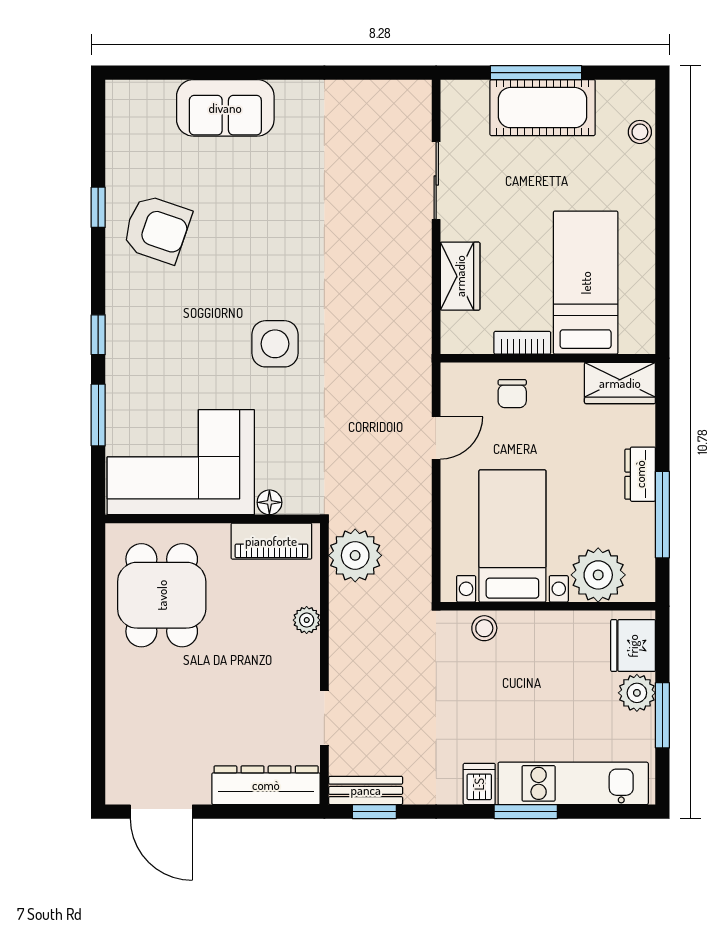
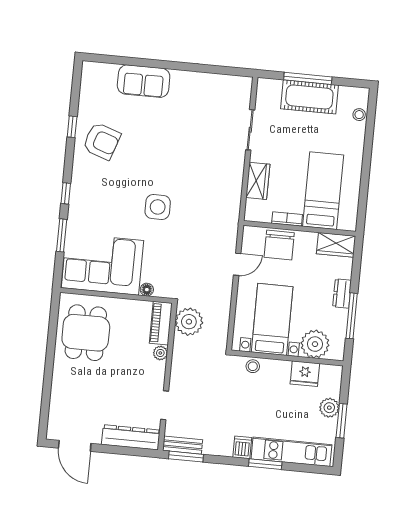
chair: (512, 394) -> (279, 245), width x1.87, depth x1.87
piano: (271, 541) -> (161, 323), moved, turned 90
fridge: (633, 646) -> (305, 374), moved, turned -90
window: (374, 812) -> (186, 457), width x1.50

